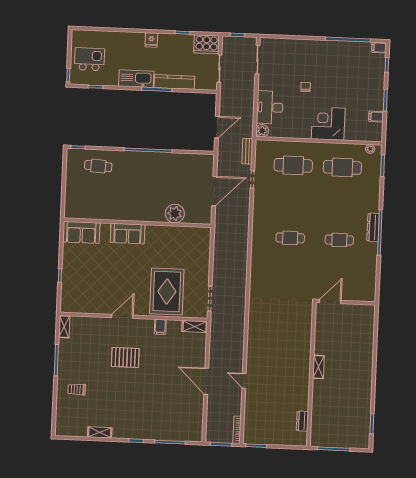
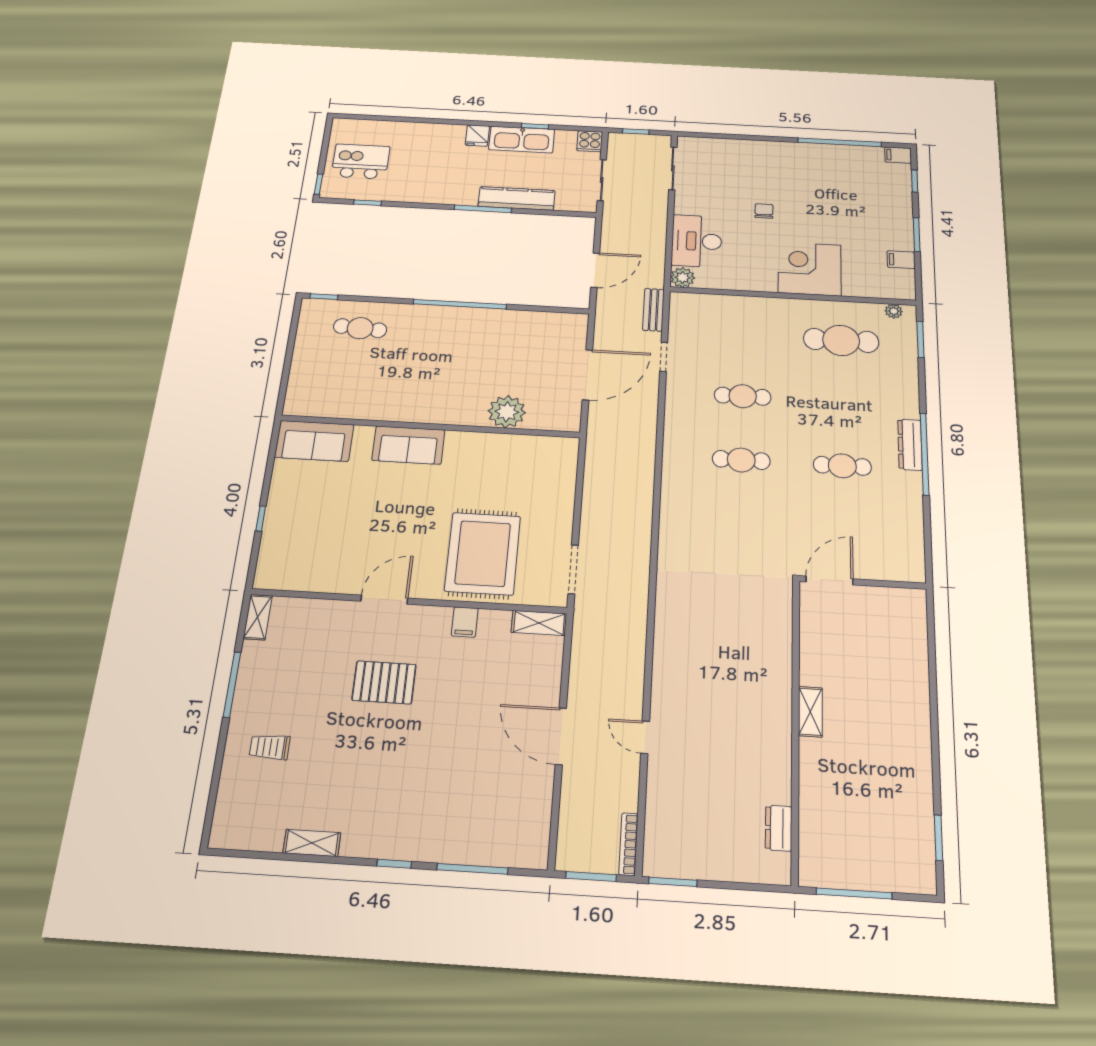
cooker: (207, 44) -> (590, 141), width x0.53, depth x0.76
kitchen sink: (136, 79) -> (522, 140), moved, turned 180
cafe table: (293, 165) -> (743, 396), moved, width x0.73, depth x0.74

